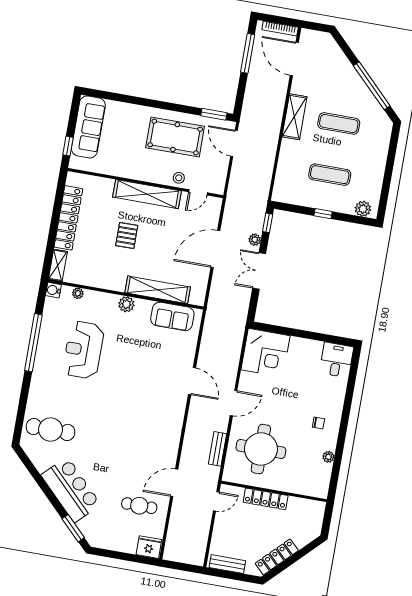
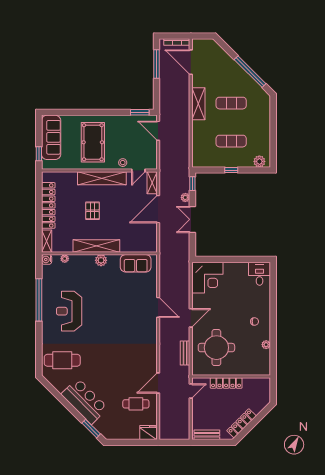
pool table: (175, 137) -> (93, 142), moved, turned 90
shelving: (213, 212) -> (152, 183), added
shelving: (158, 290) -> (96, 246), moved
reception desk: (83, 350) -> (69, 311), moved

